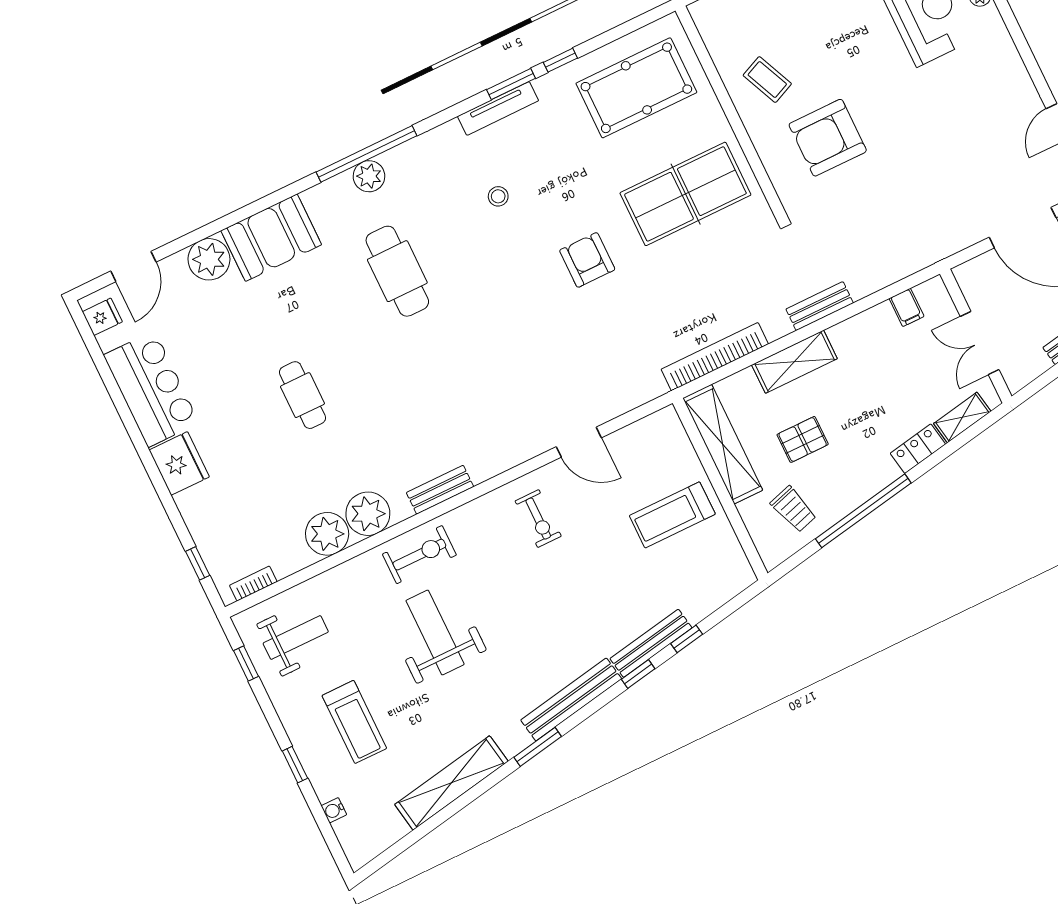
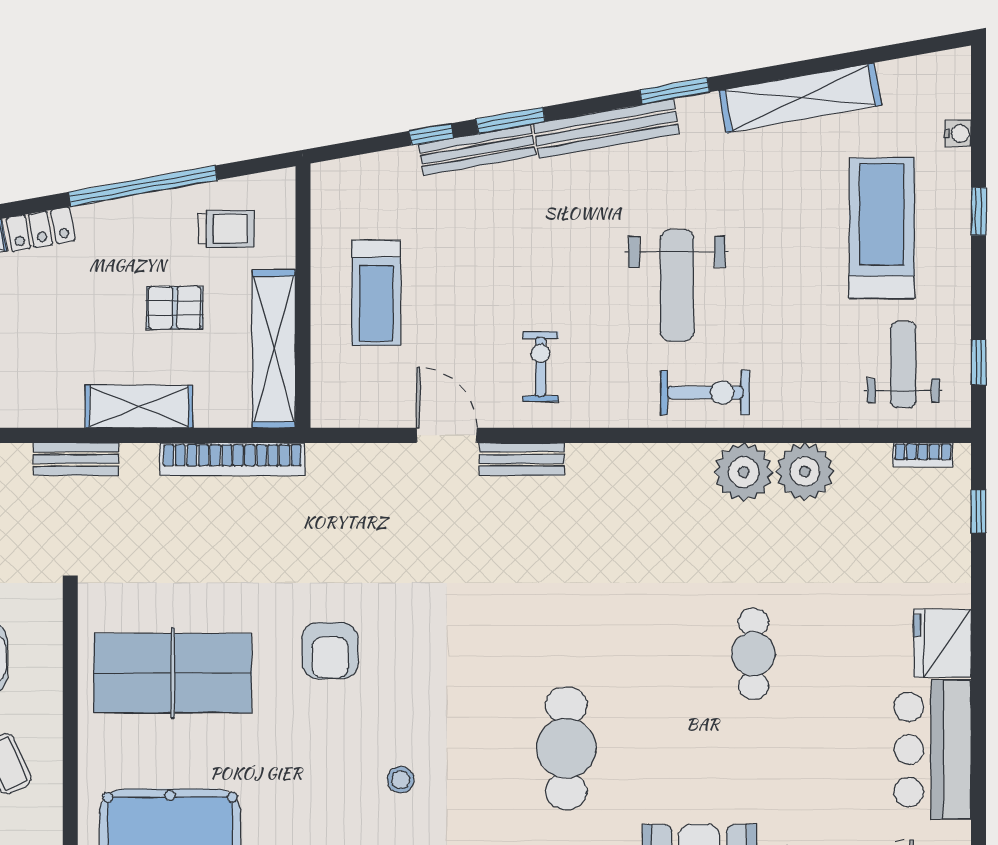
bench: (440, 490) -> (522, 459), moved
trolley: (794, 509) -> (226, 229), turned 107
treadmill: (672, 515) -> (376, 293), turned 90
exercise bike: (419, 555) -> (705, 393), turned 180
weight bench: (435, 632) -> (677, 285), moved
weight bench: (296, 638) -> (903, 365), turned 90
window: (638, 674) -> (511, 120), width x1.50
treadmill: (354, 722) -> (882, 228), width x1.37, depth x1.38

